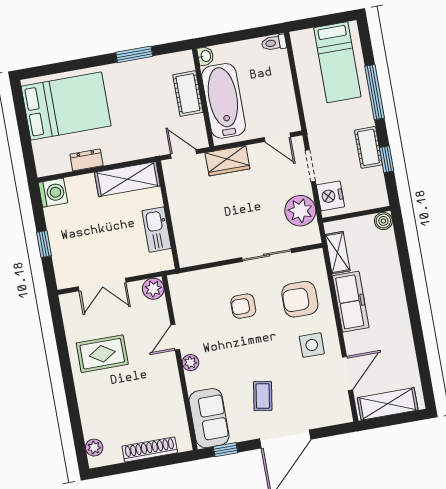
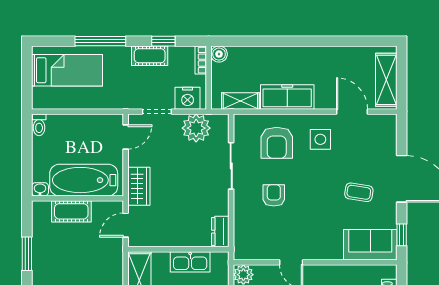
bookcase: (374, 203) -> (201, 60), added
dresser: (195, 256) -> (220, 232), added
armchair: (243, 306) -> (274, 195), turned 180
plant: (190, 363) -> (317, 253), removed

